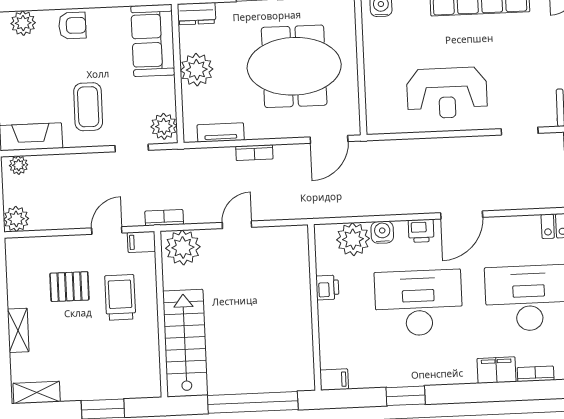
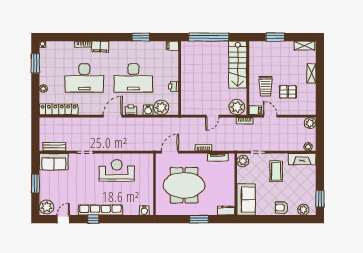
plant: (197, 70) -> (227, 186), removed
door: (107, 231) -> (270, 116), swing flipped

